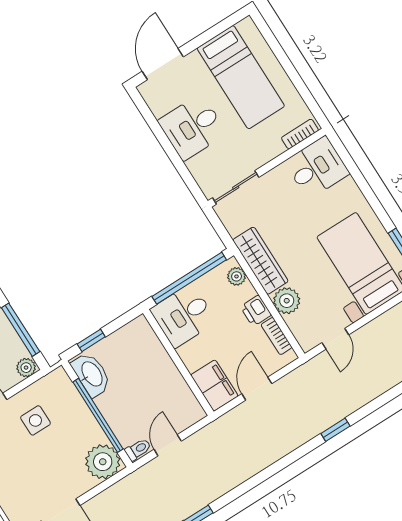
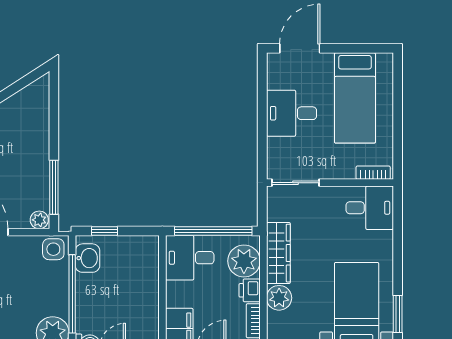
plant: (237, 276) -> (244, 261), width x1.88, depth x1.88
washbasin: (91, 374) -> (87, 258), width x0.72
side table: (35, 420) -> (53, 249), moved

